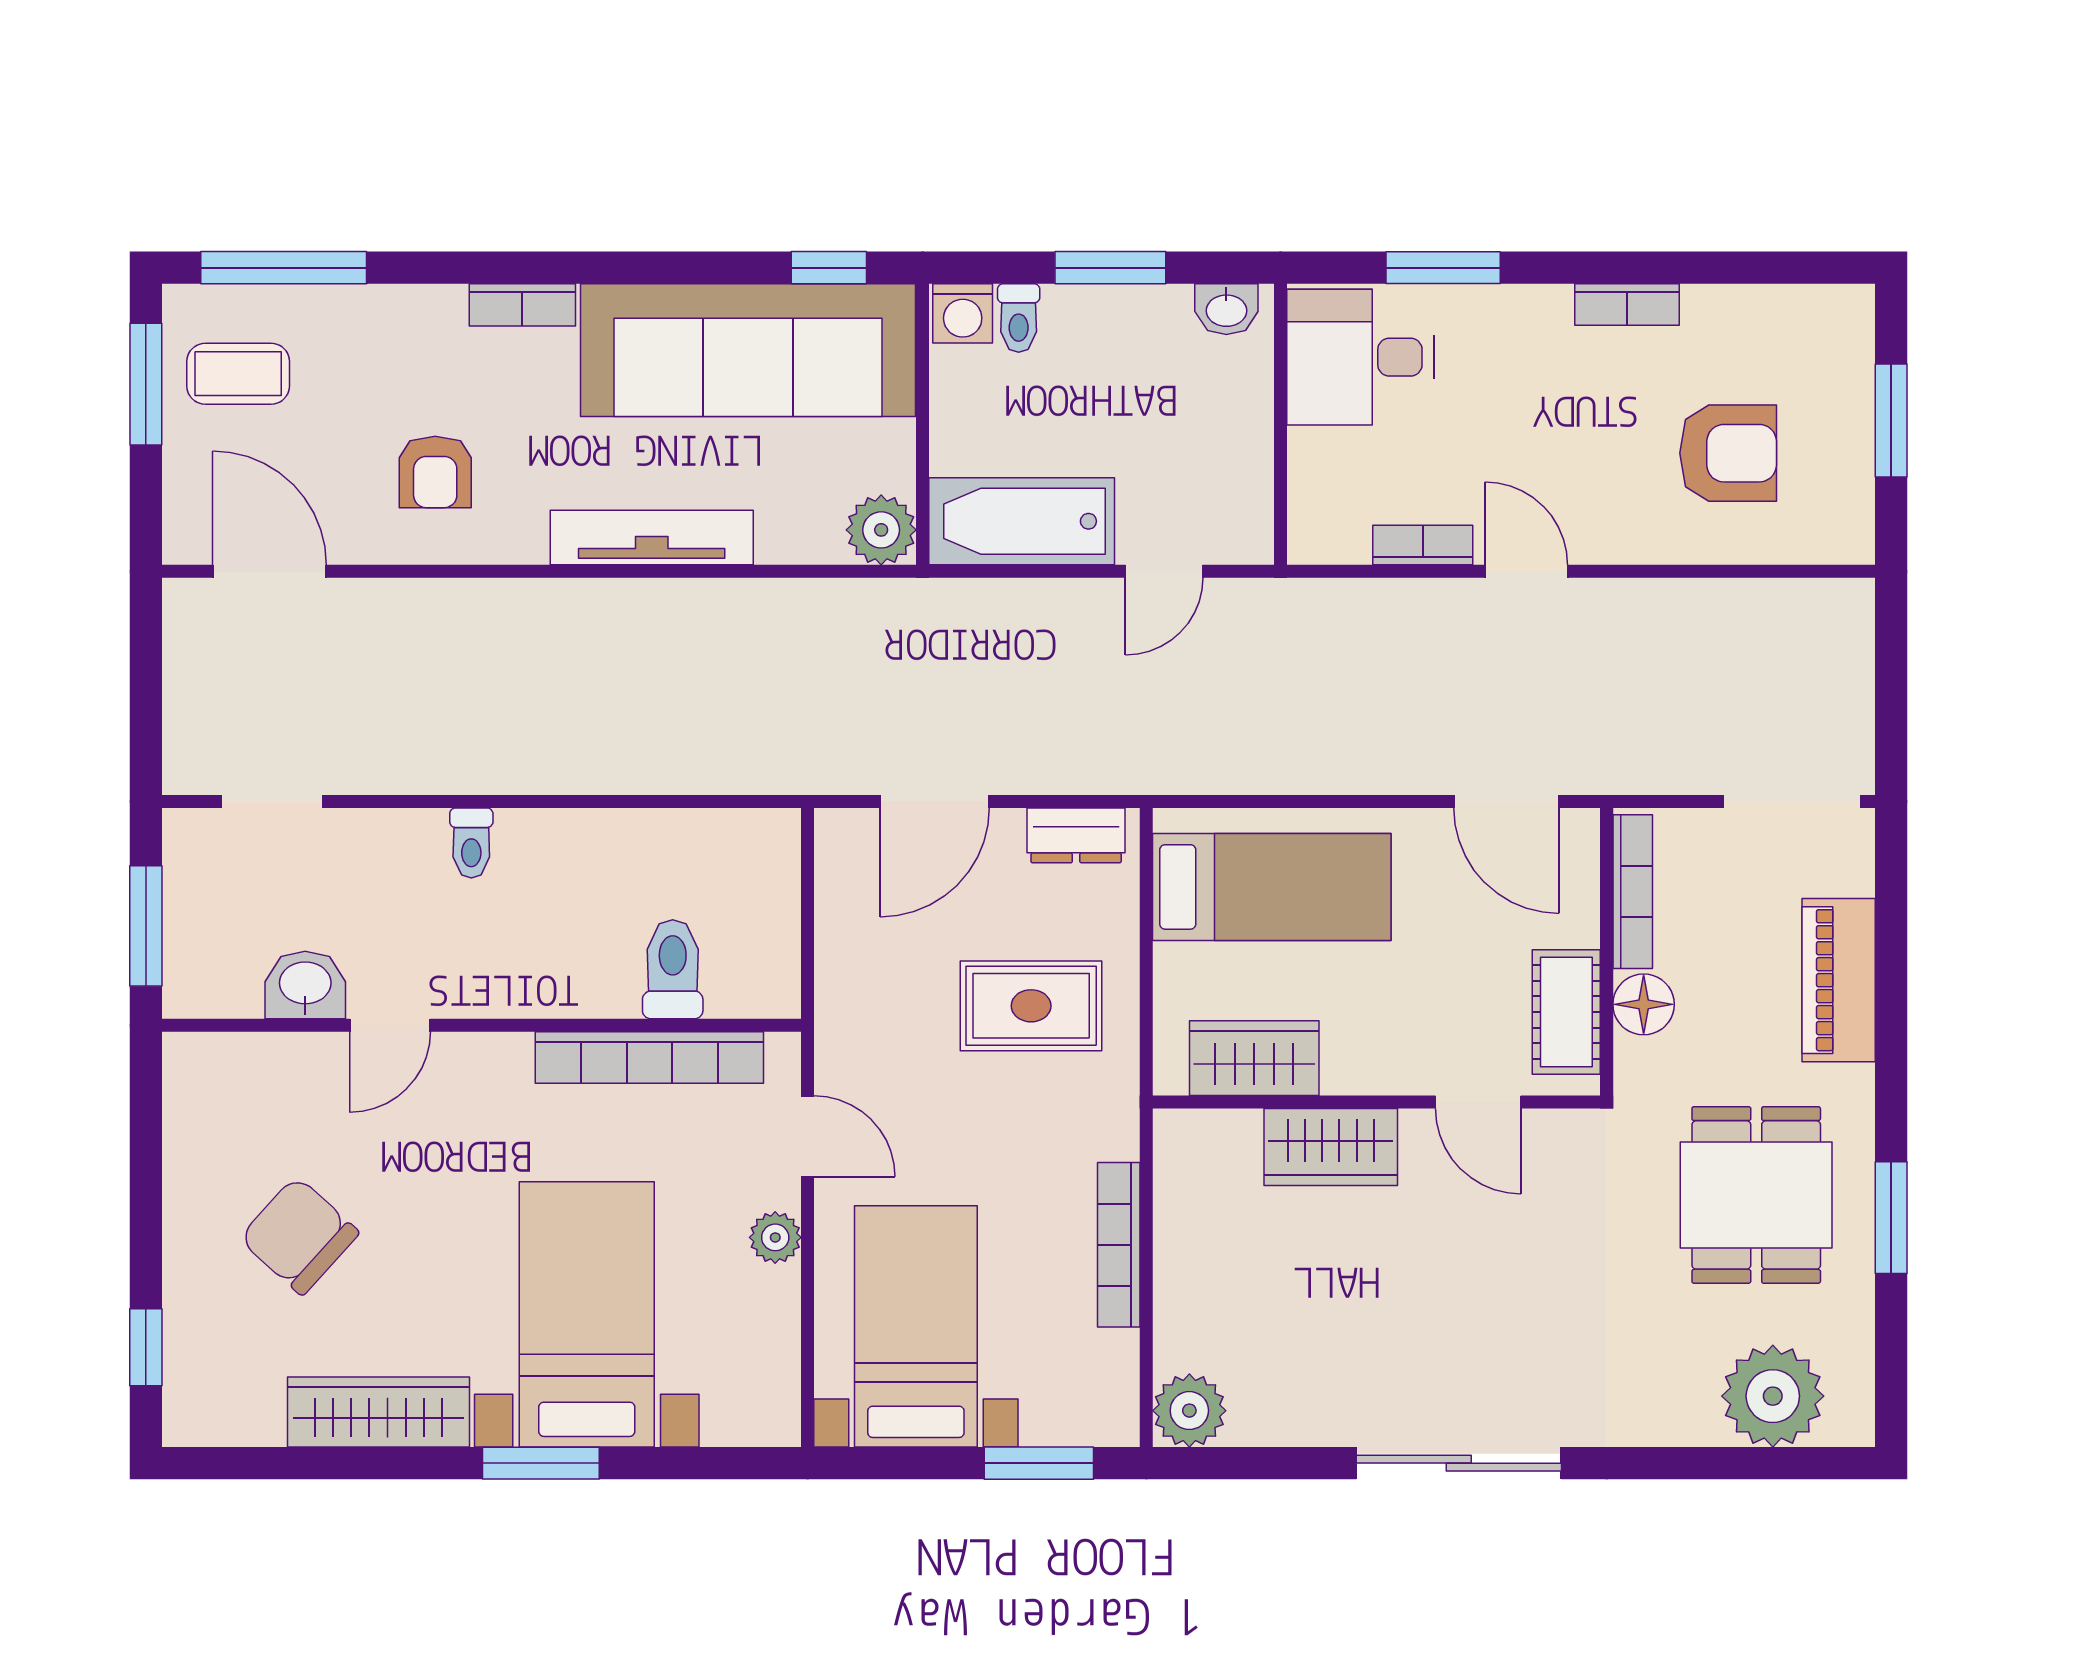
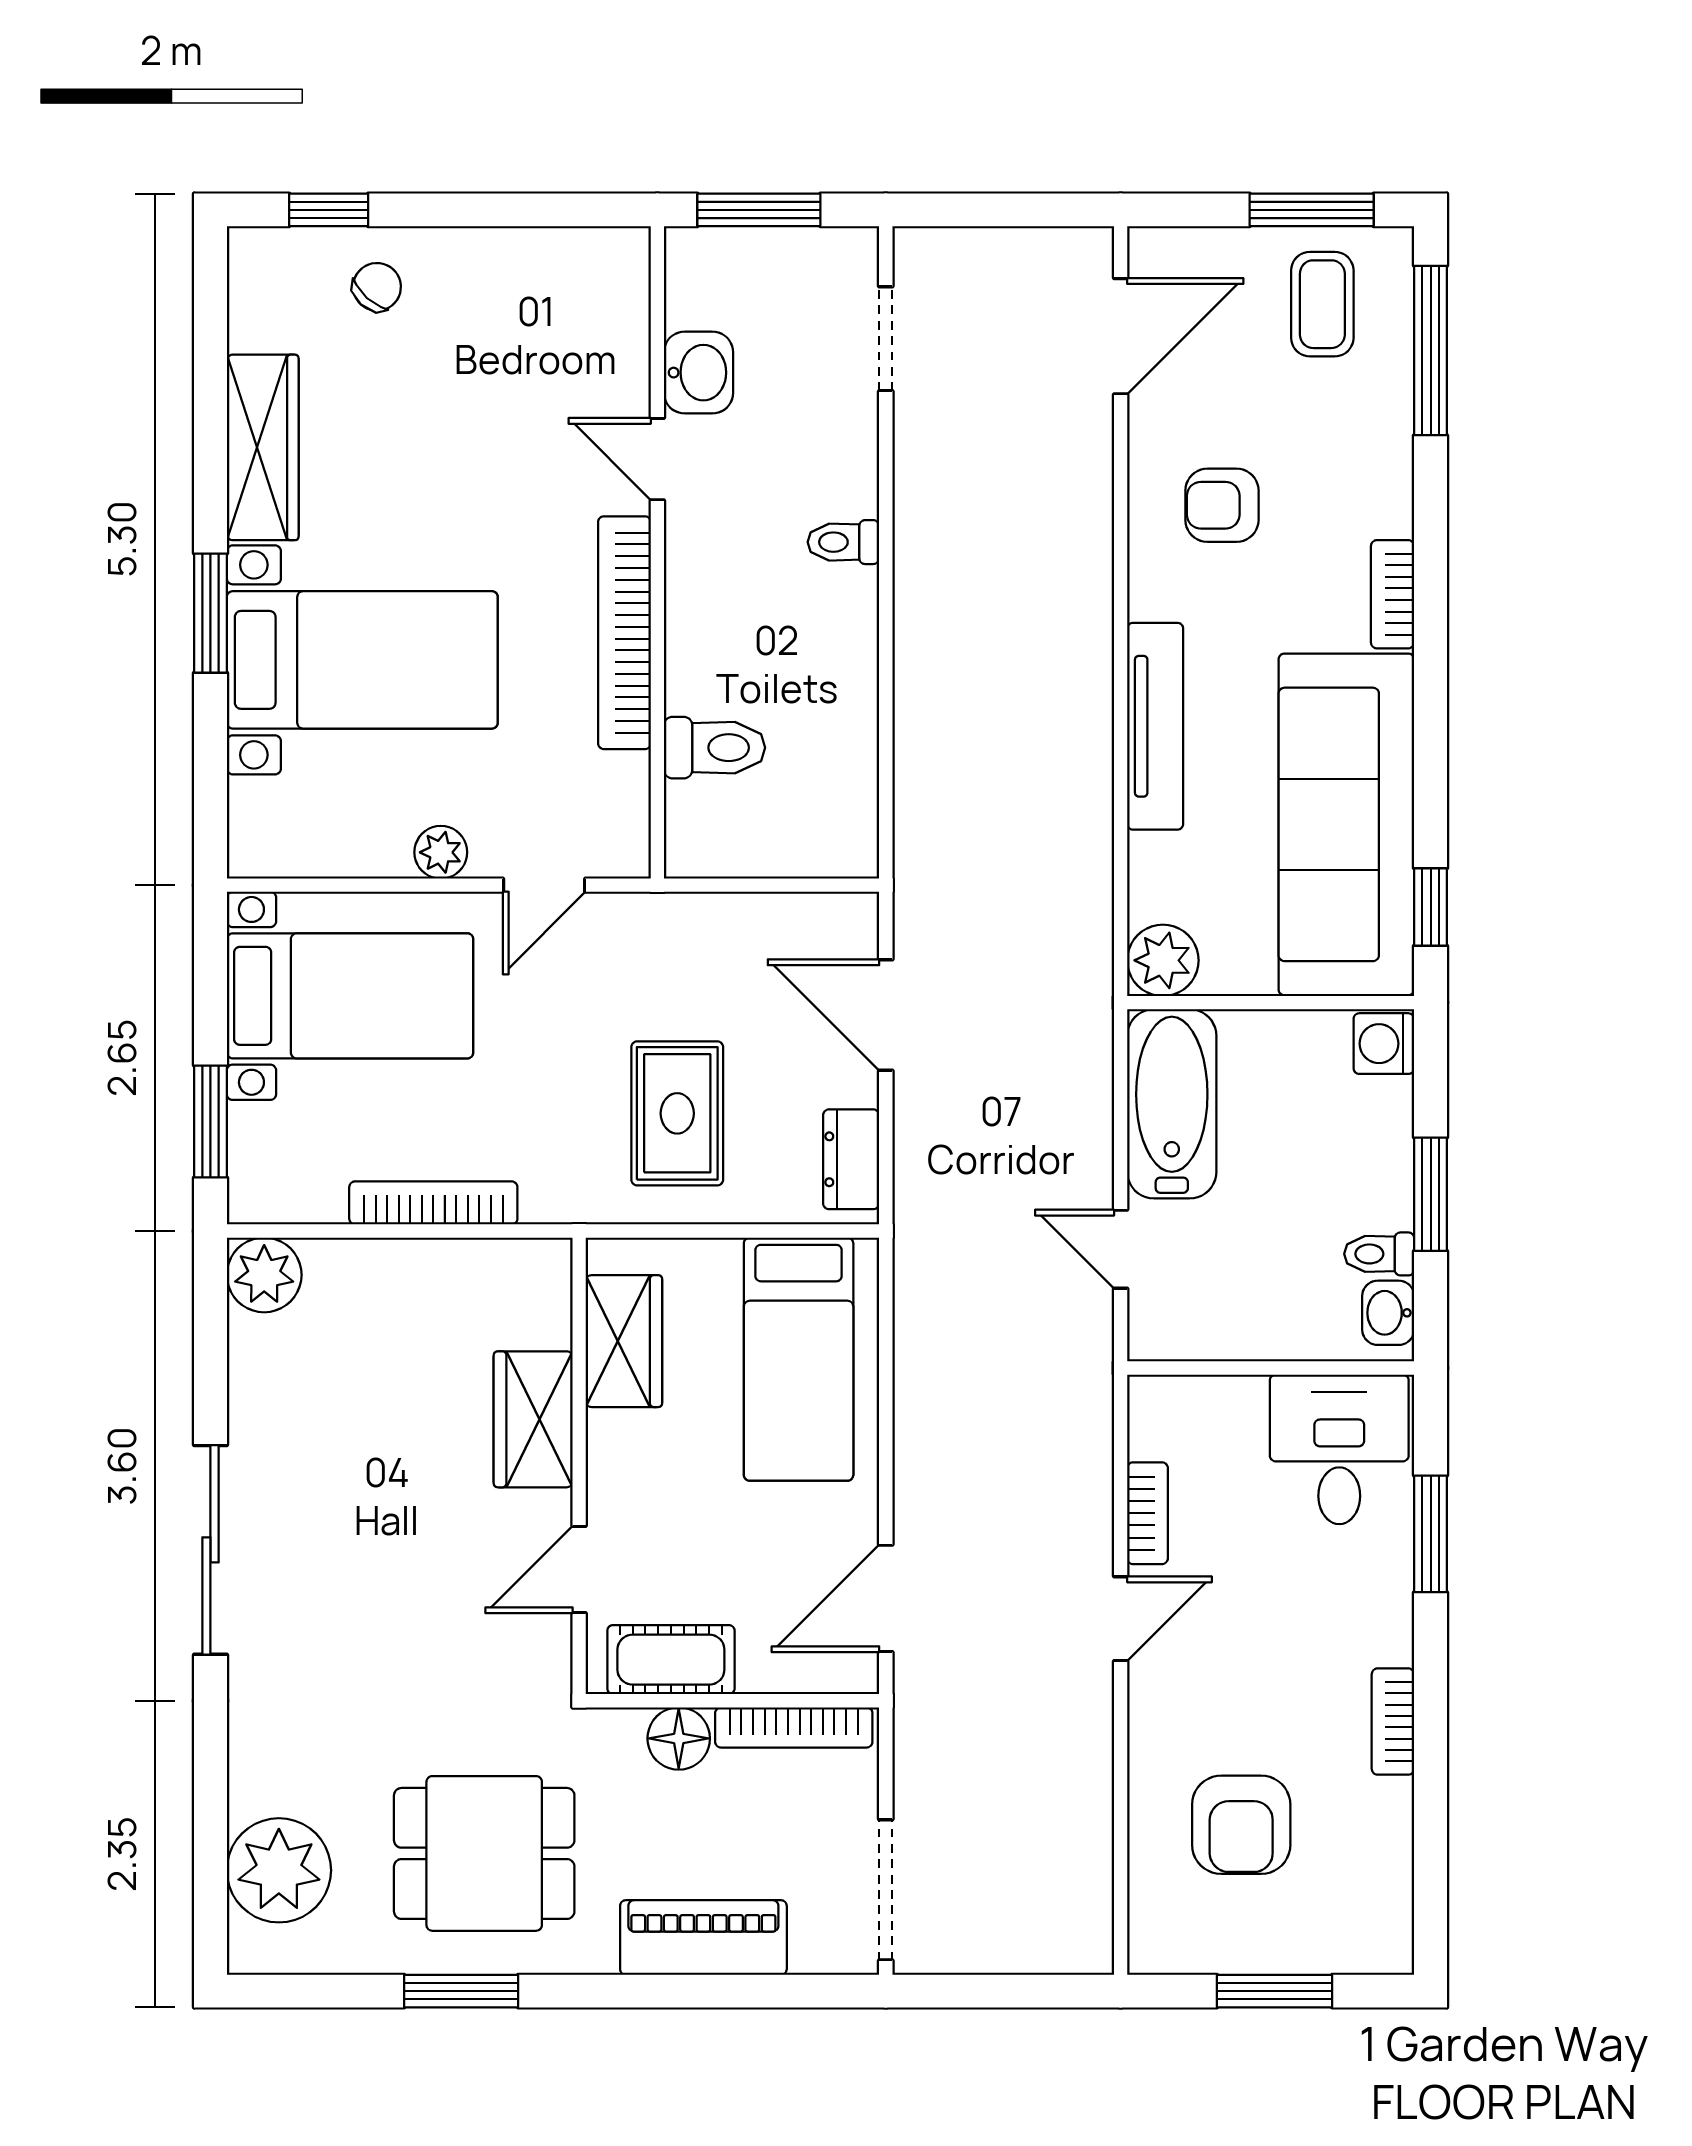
toilet: (1019, 318) -> (1379, 1254), moved
bookcase: (649, 1058) -> (624, 633), moved
chair: (299, 1236) -> (377, 287), moved, width x0.54, depth x0.54

